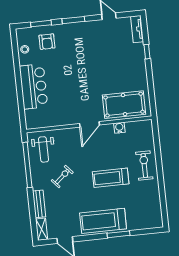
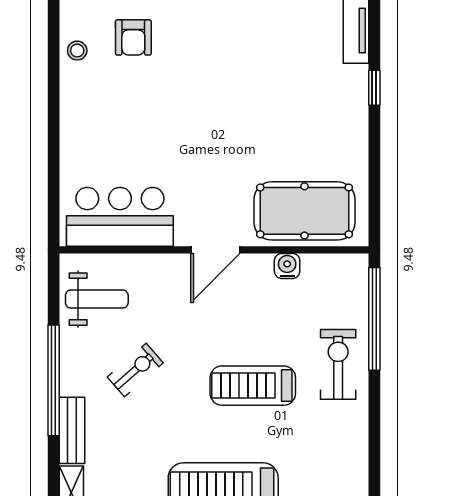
bar counter: (34, 86) -> (120, 217), moved, turned -90
window: (157, 145) -> (374, 319), added
weight bench: (43, 149) -> (97, 299), turned -90
window: (27, 165) -> (54, 380), moved

